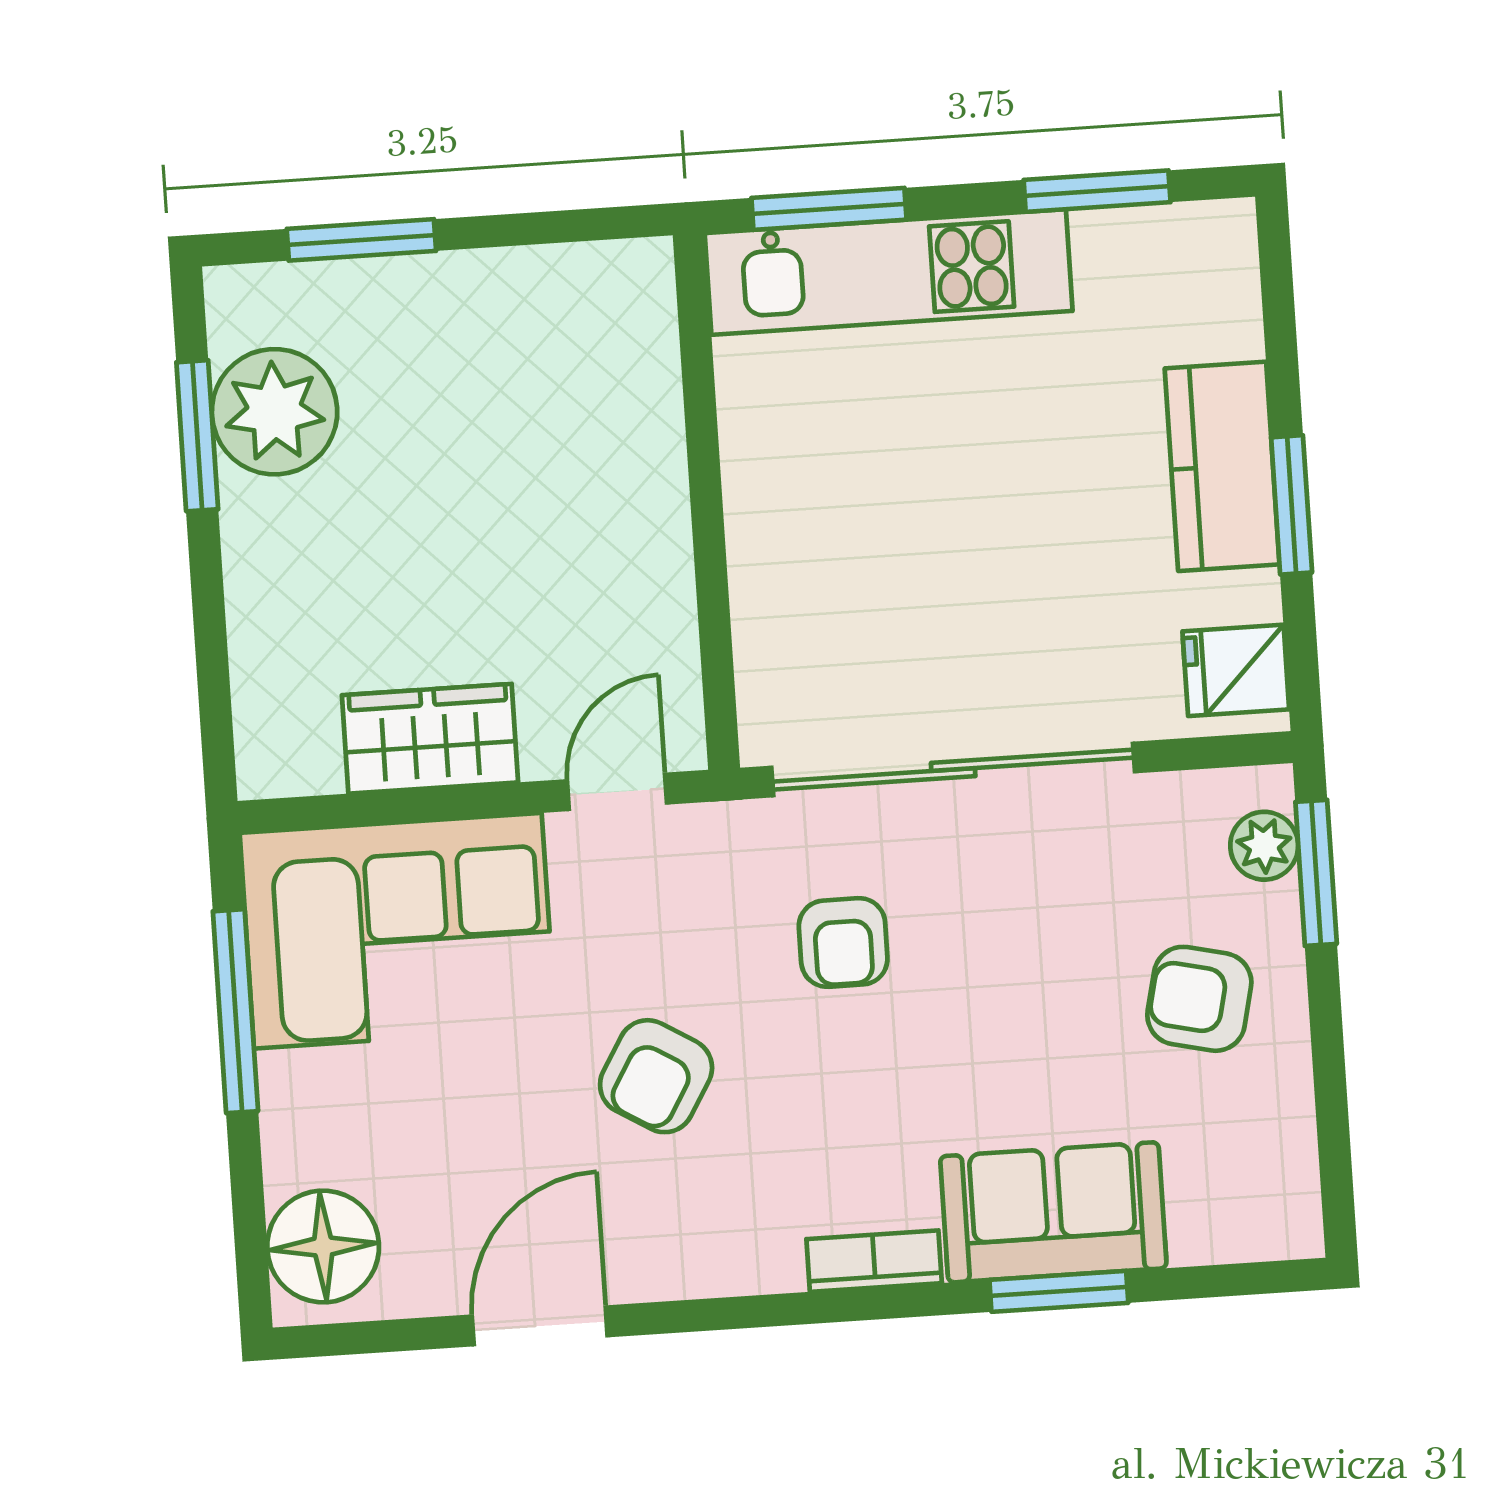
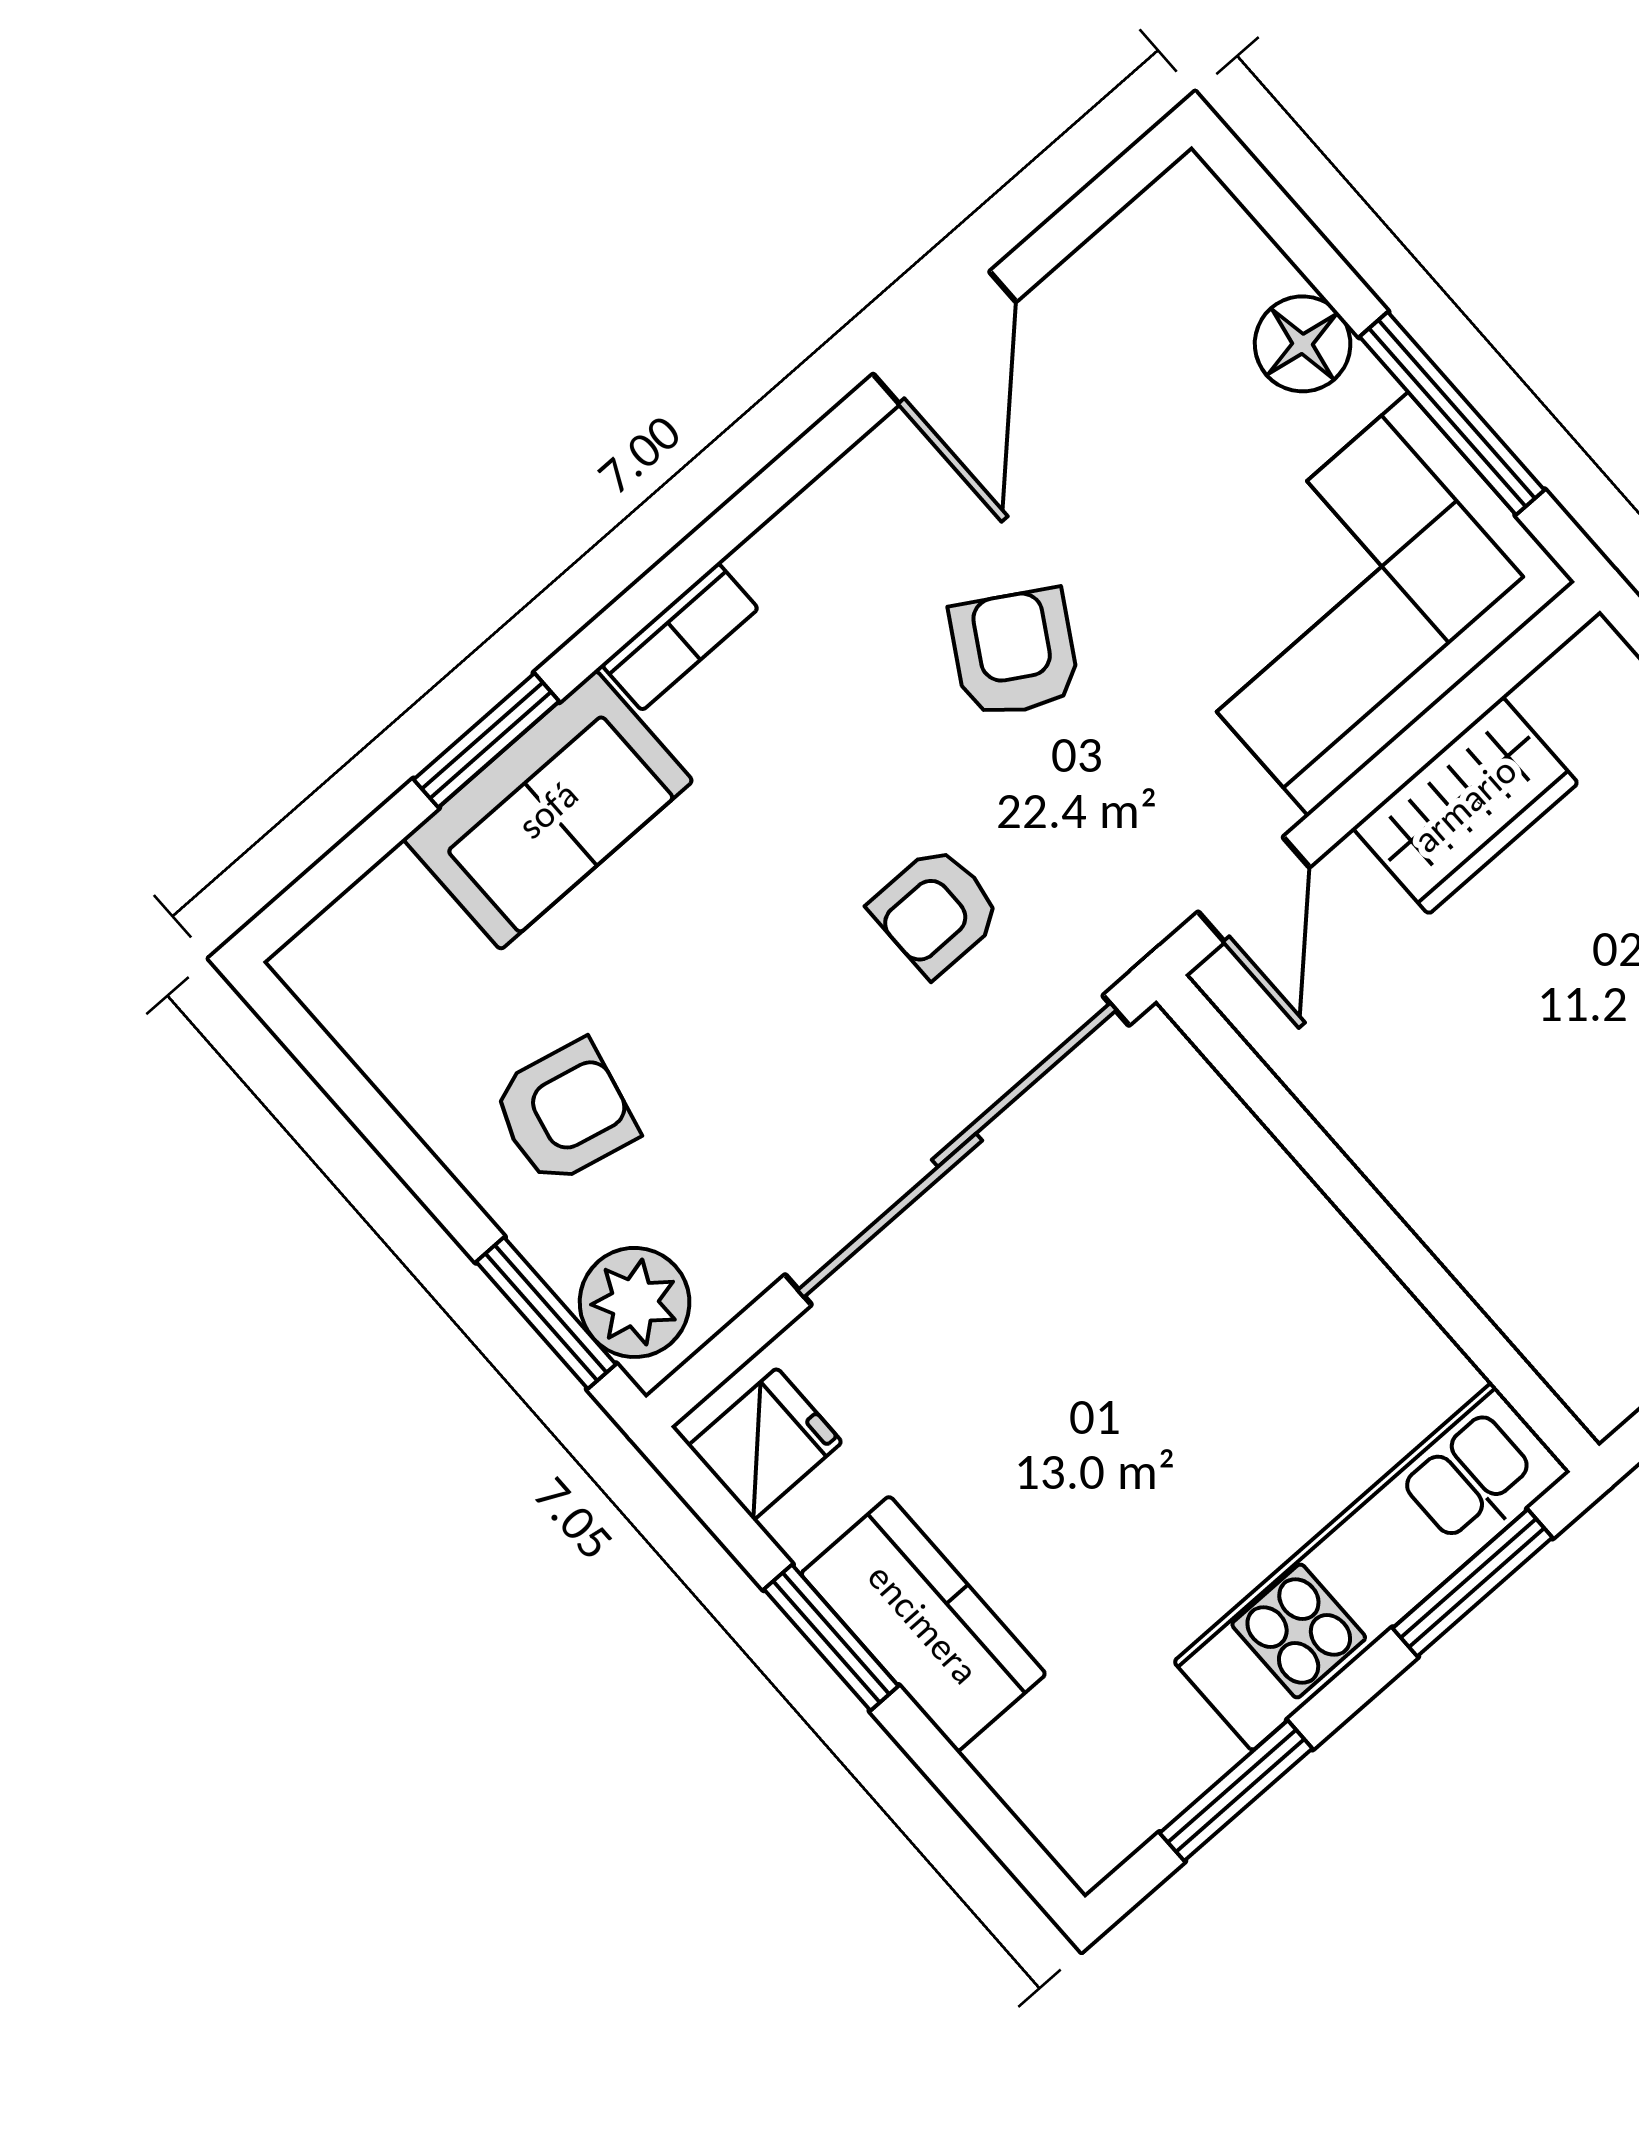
plant: (1264, 846) -> (635, 1302), width x1.38, depth x1.38
armchair: (843, 943) -> (936, 911), turned -90
floor lamp: (323, 1246) -> (1303, 344), moved, width x0.73, depth x0.73

